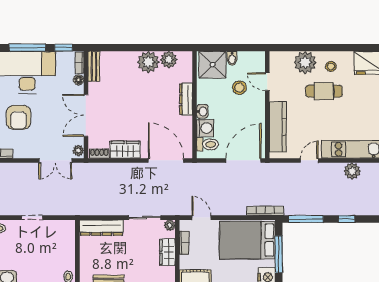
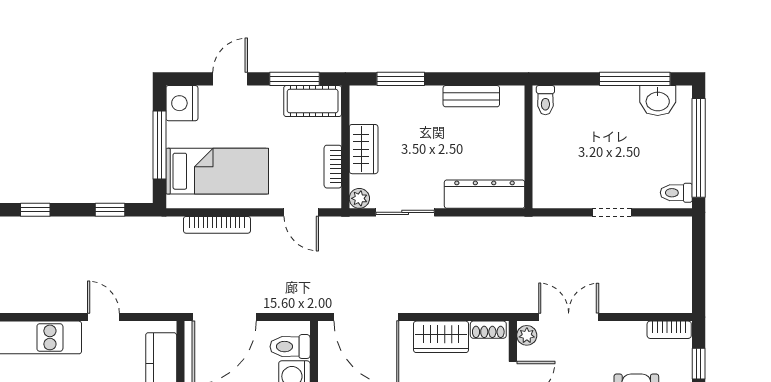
door: (309, 160) -> (103, 317), swing flipped
plant: (352, 171) -> (25, 298), removed
bookcase: (265, 211) -> (217, 225), moved
window: (306, 219) -> (110, 210), width x0.46
bed: (247, 240) -> (217, 171), width x0.67

